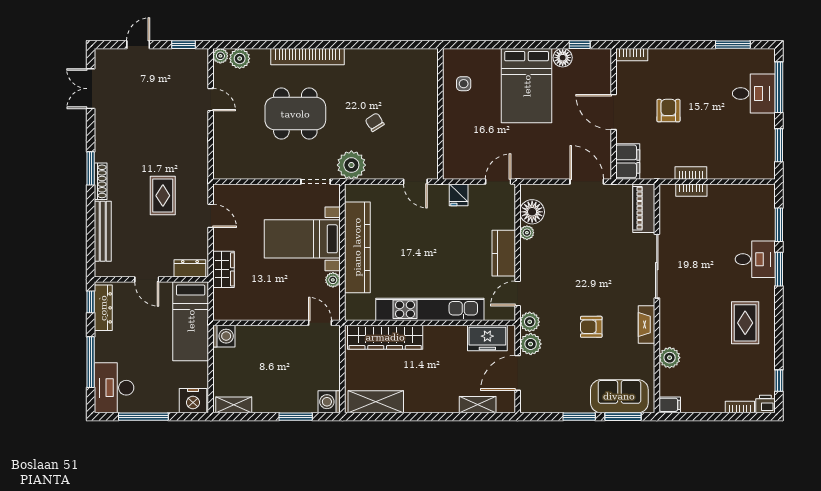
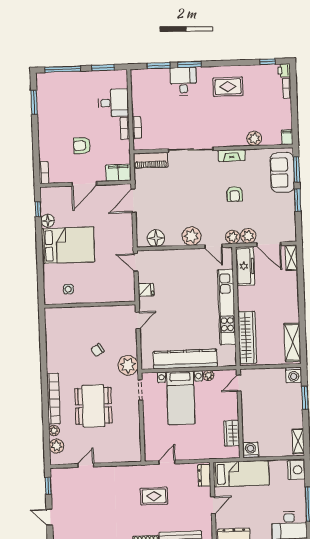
plant: (220, 56) -> (54, 431), moved
desk: (754, 93) -> (113, 103), moved, turned 90
plant: (527, 233) -> (191, 236), moved, width x1.88, depth x1.88
kitchen counter: (504, 253) -> (186, 257), removed
wardrobe: (224, 269) -> (232, 433), moved, turned -90
freezer: (487, 338) -> (245, 266), width x1.40
shelving: (478, 405) -> (291, 258), moved

